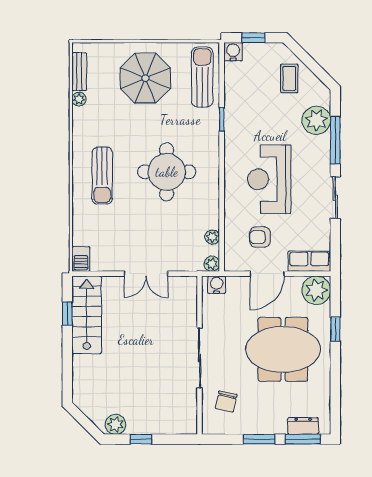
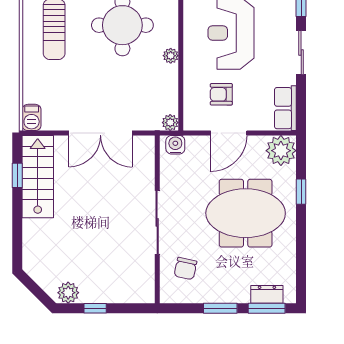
plant: (212, 237) -> (171, 56), moved
row of seats: (309, 261) -> (285, 108), moved, turned -90
double door: (146, 274) -> (100, 133), width x1.37

